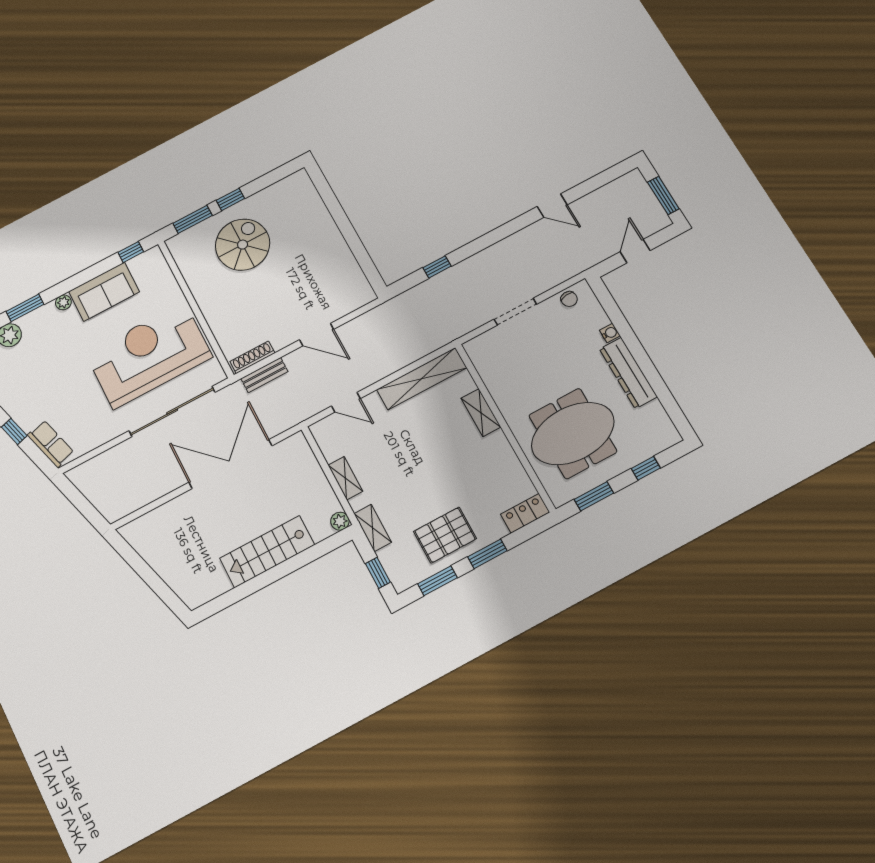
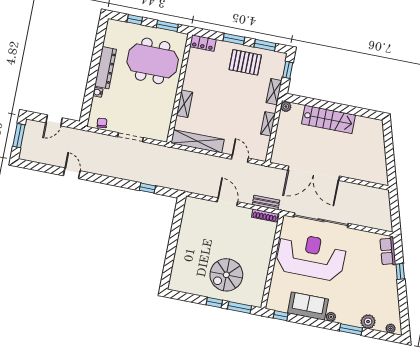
reception desk: (149, 355) -> (311, 257), turned 180

